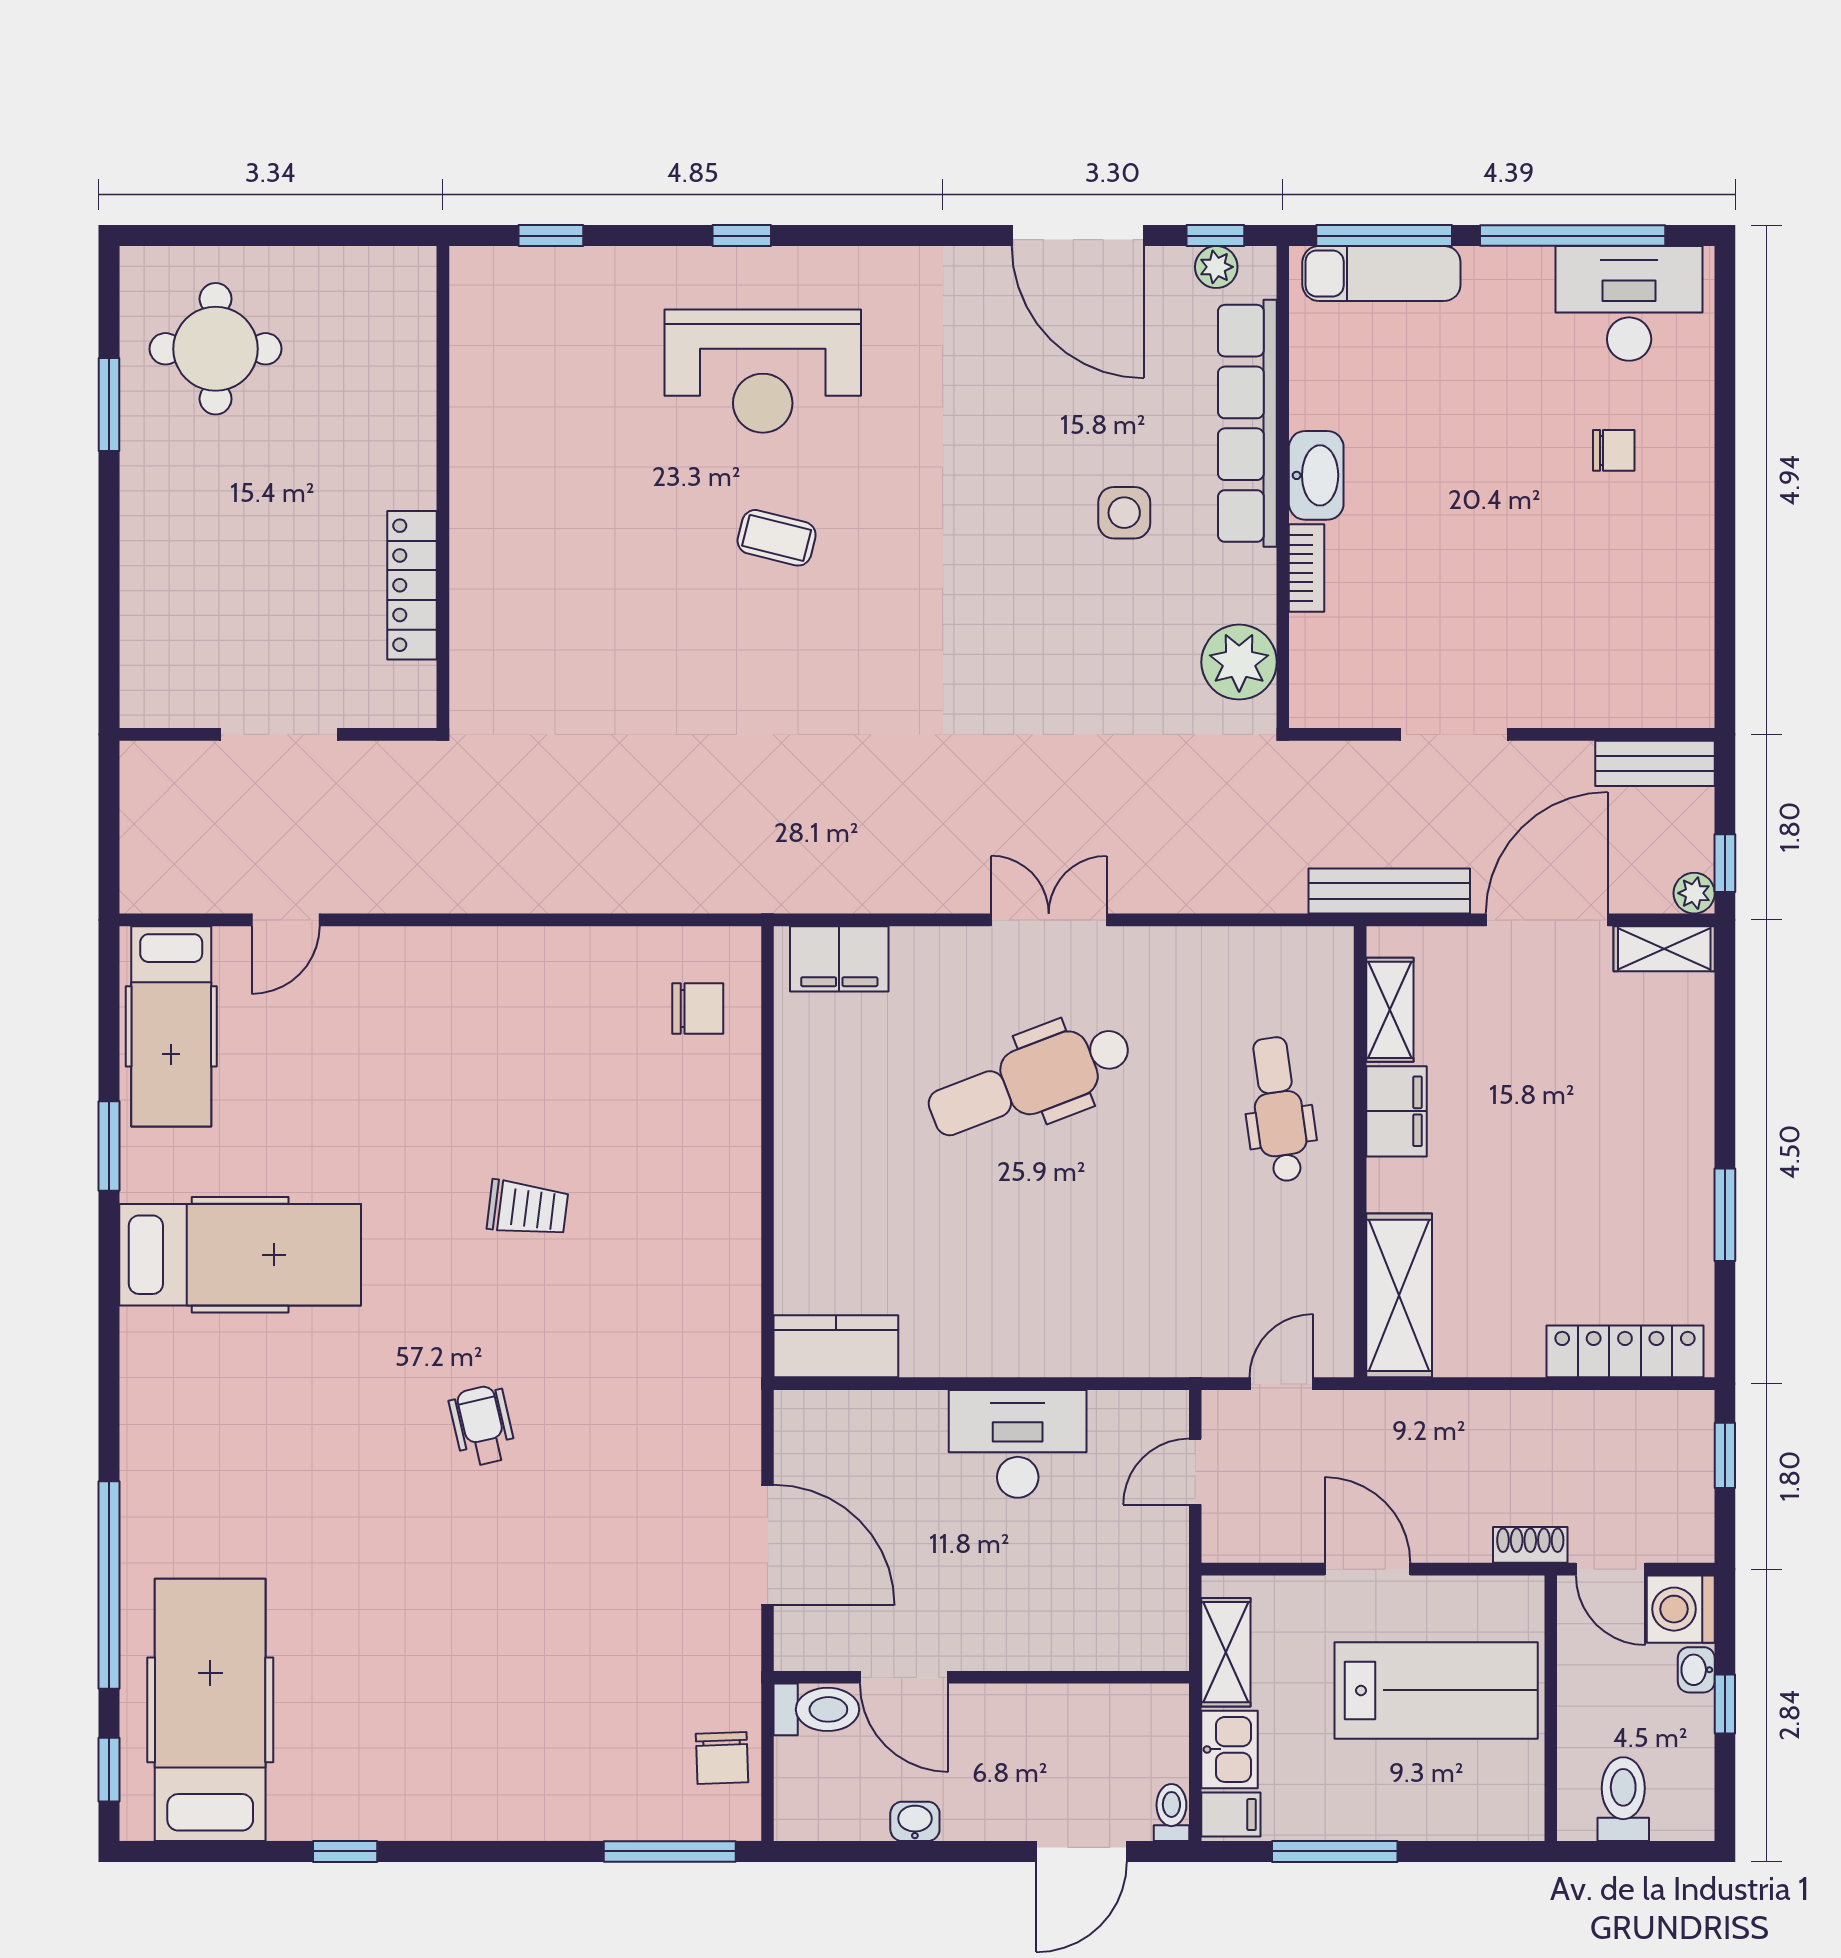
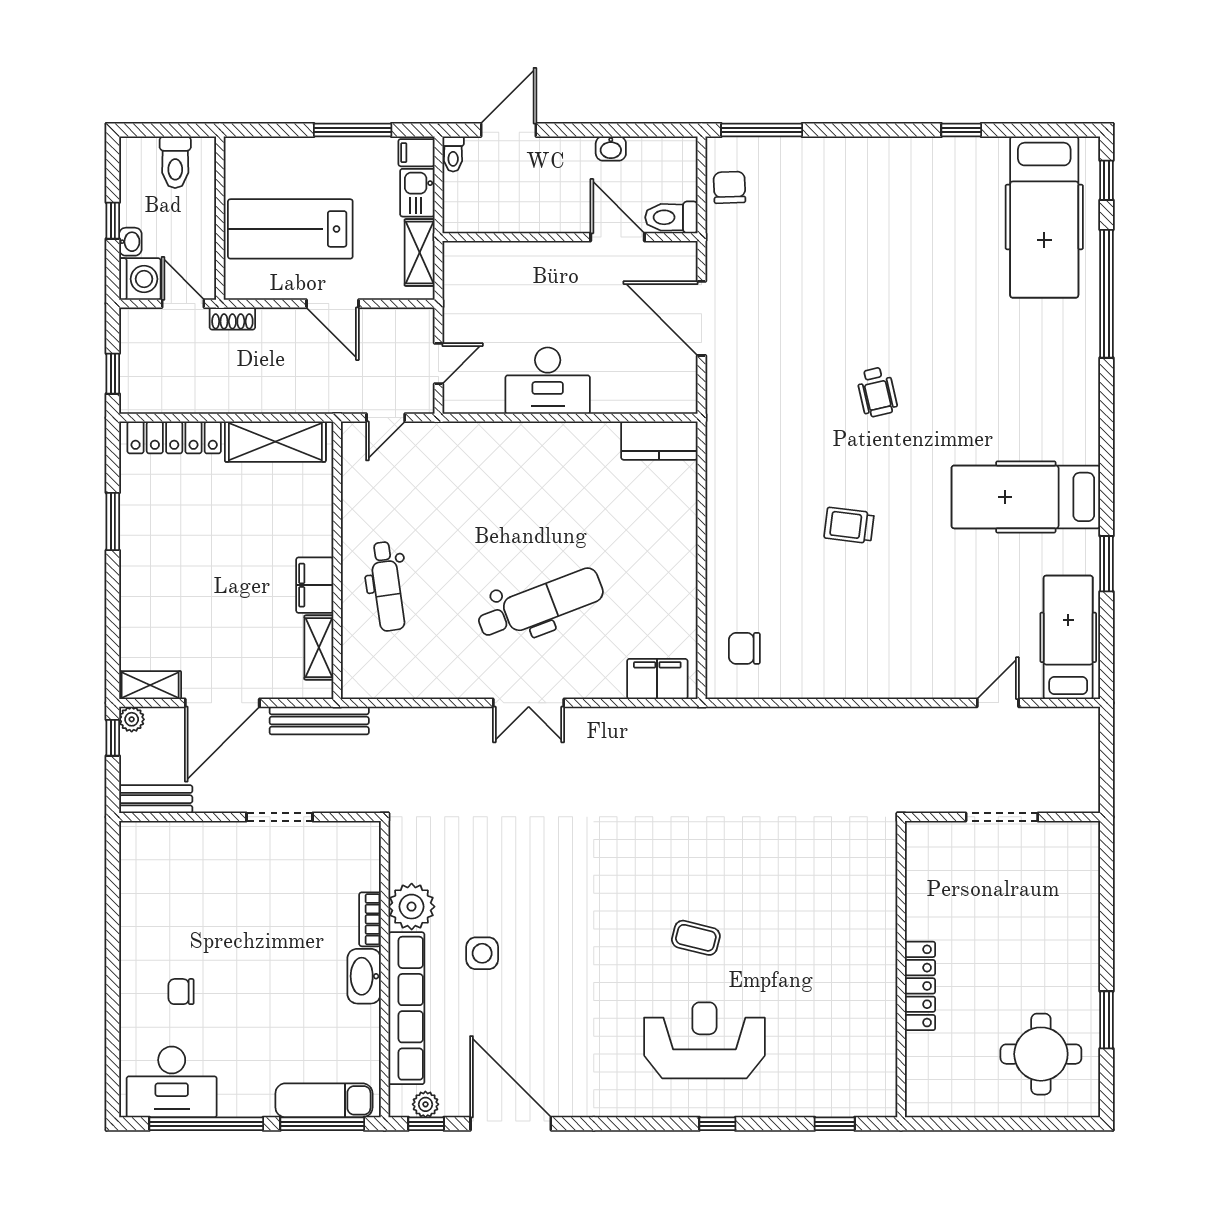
locker: (412, 585) -> (920, 986), moved
plant: (1239, 662) -> (412, 907), moved
shelving: (1399, 1295) -> (275, 442), moved, turned 90

